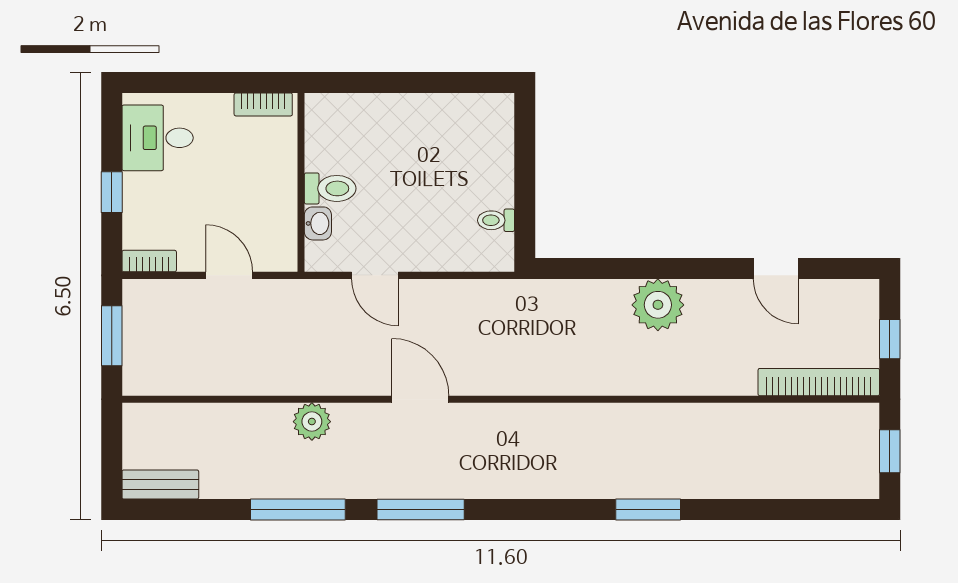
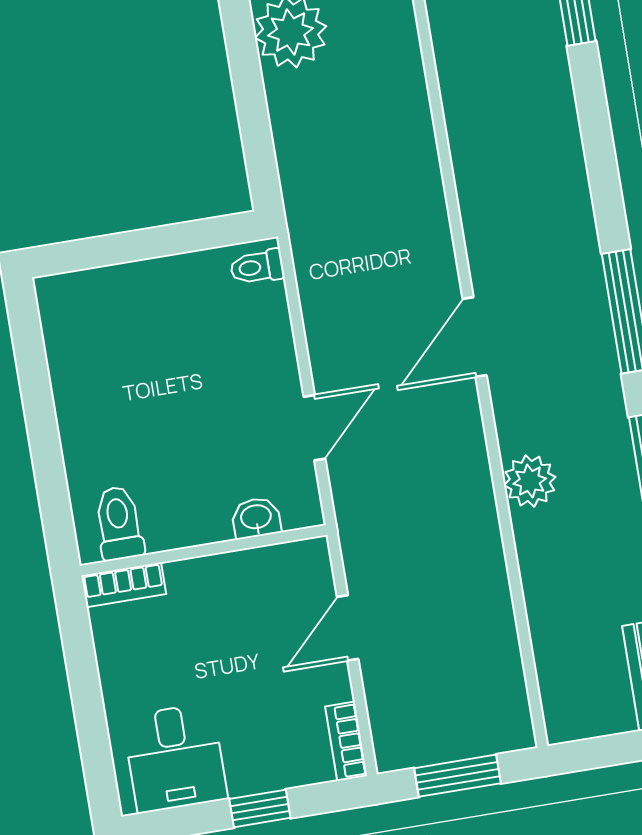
bookcase: (263, 104) -> (124, 585), moved, turned 90
toilet: (330, 188) -> (119, 523), moved
toilet: (496, 220) -> (257, 267), moved, turned 90

